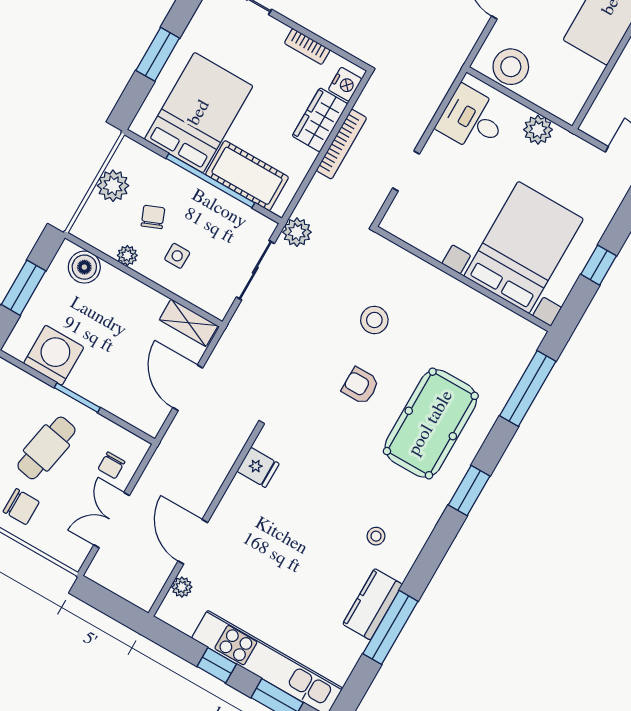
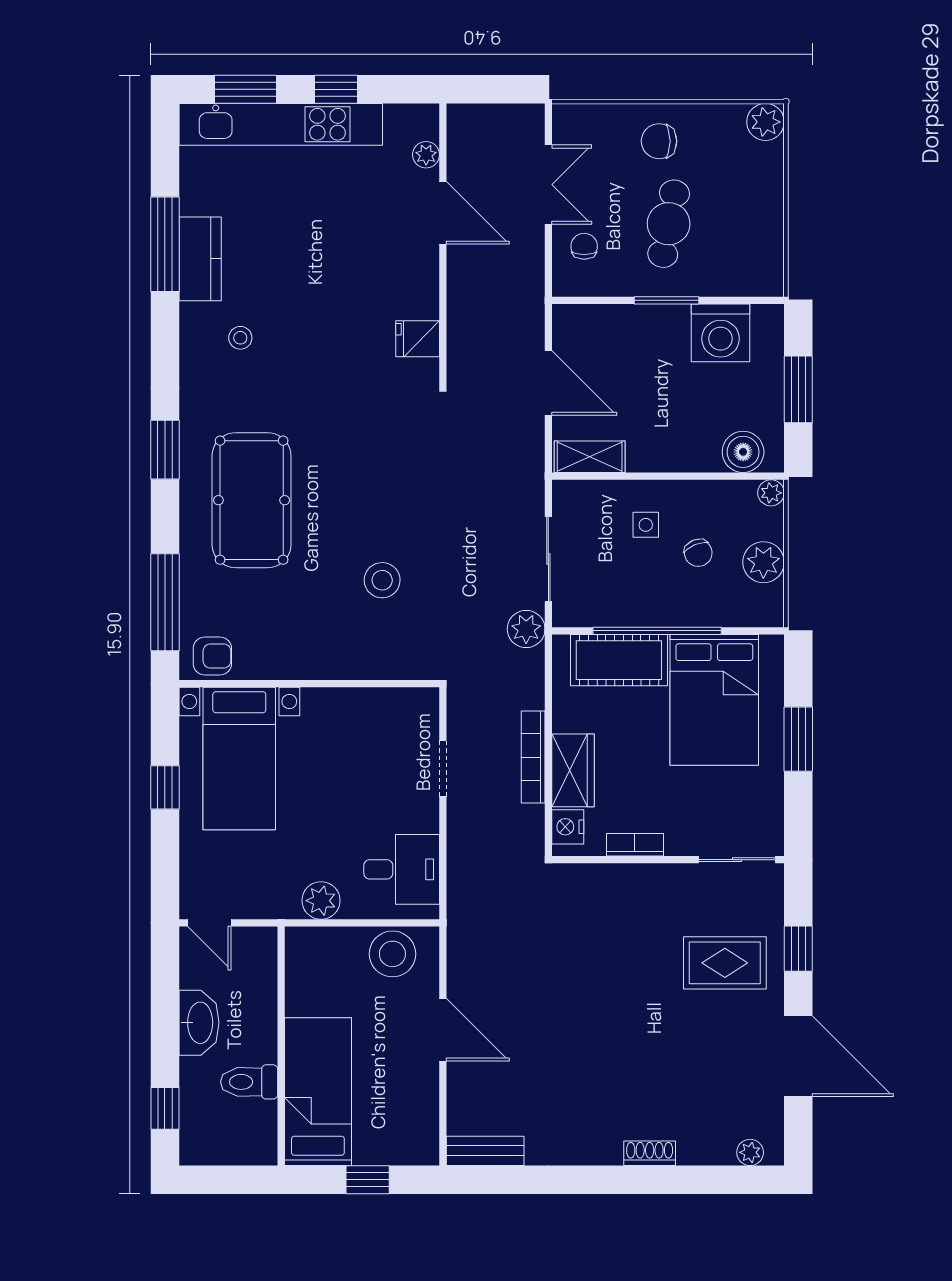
bed with nightstands: (524, 247) -> (239, 759), width x0.73
plant: (127, 255) -> (771, 493), moved
armchair: (360, 386) -> (212, 656), moved

